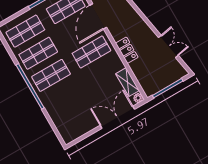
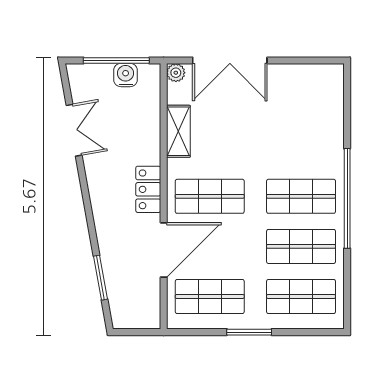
double door: (168, 46) -> (74, 130), swing flipped
locker: (127, 50) -> (148, 189), moved
shelving: (127, 82) -> (178, 131), moved
water cooler: (160, 84) -> (126, 75), added

